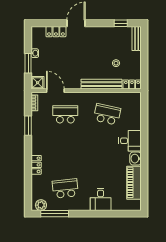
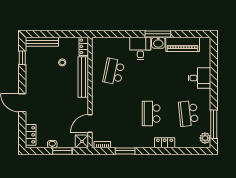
locker: (56, 32) -> (31, 135), moved
bench: (137, 38) -> (42, 42), width x1.36
school desk: (65, 114) -> (151, 113), moved
window: (144, 158) -> (158, 34), added

